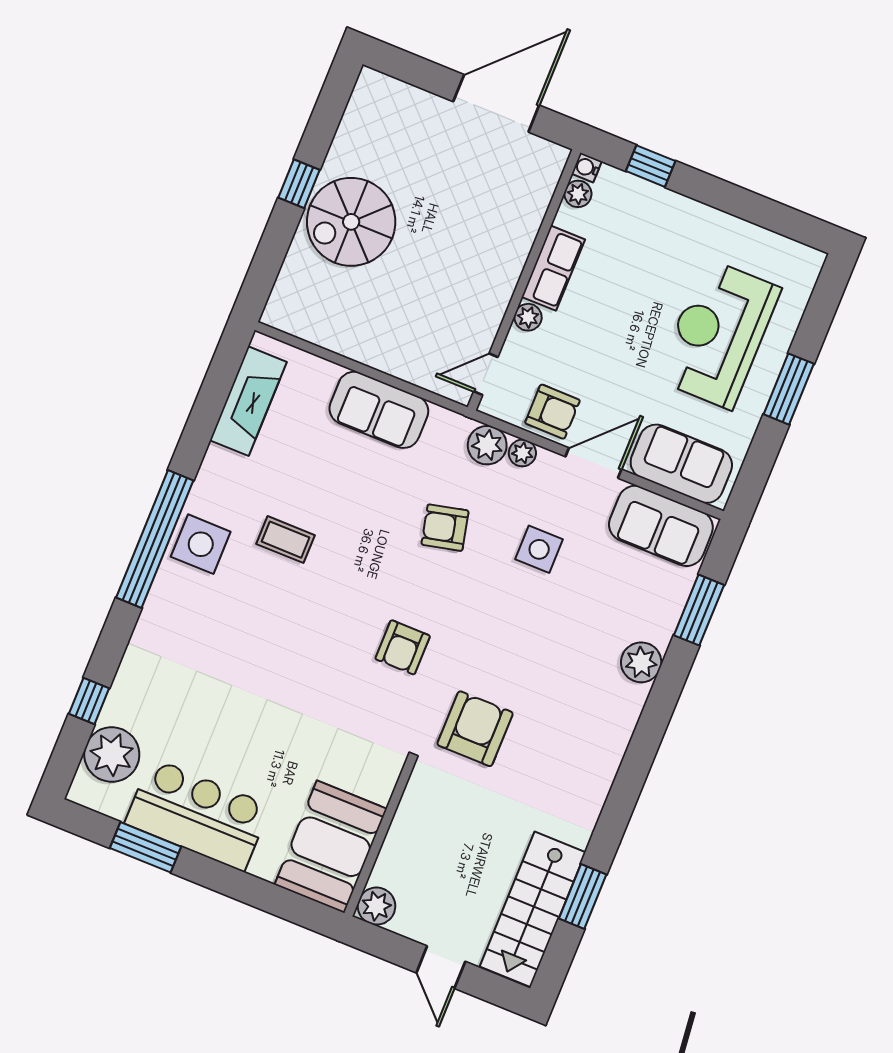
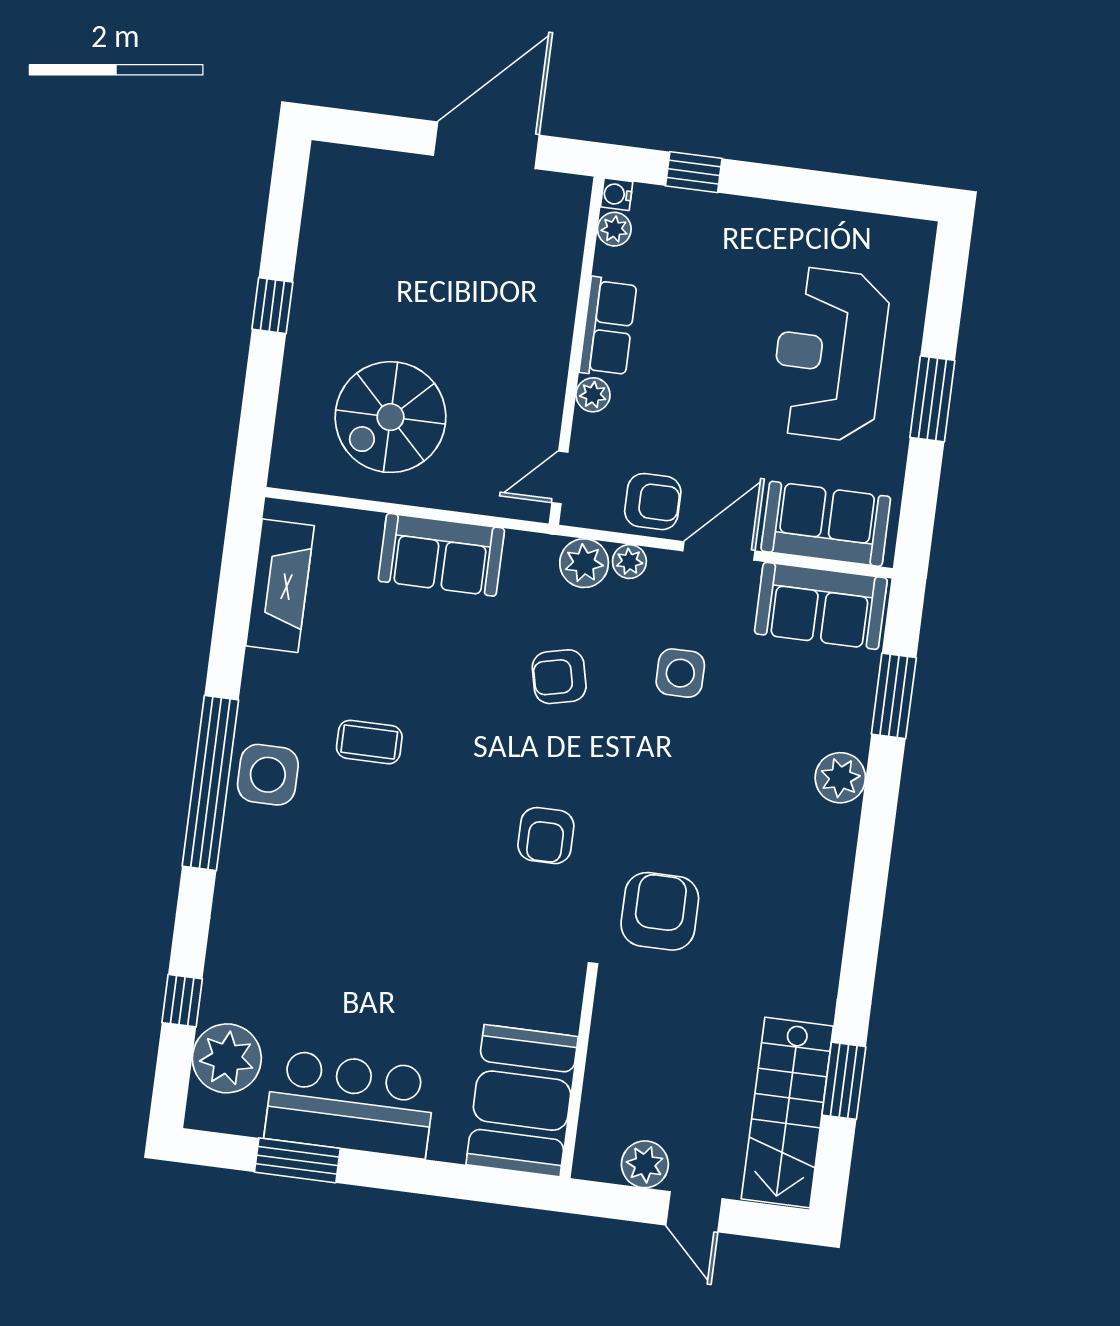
spiral stairs: (351, 222) -> (390, 417), moved
plant: (377, 906) -> (645, 1164), moved

